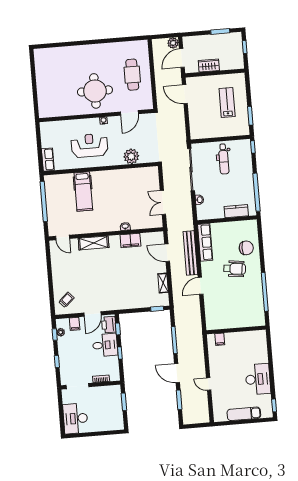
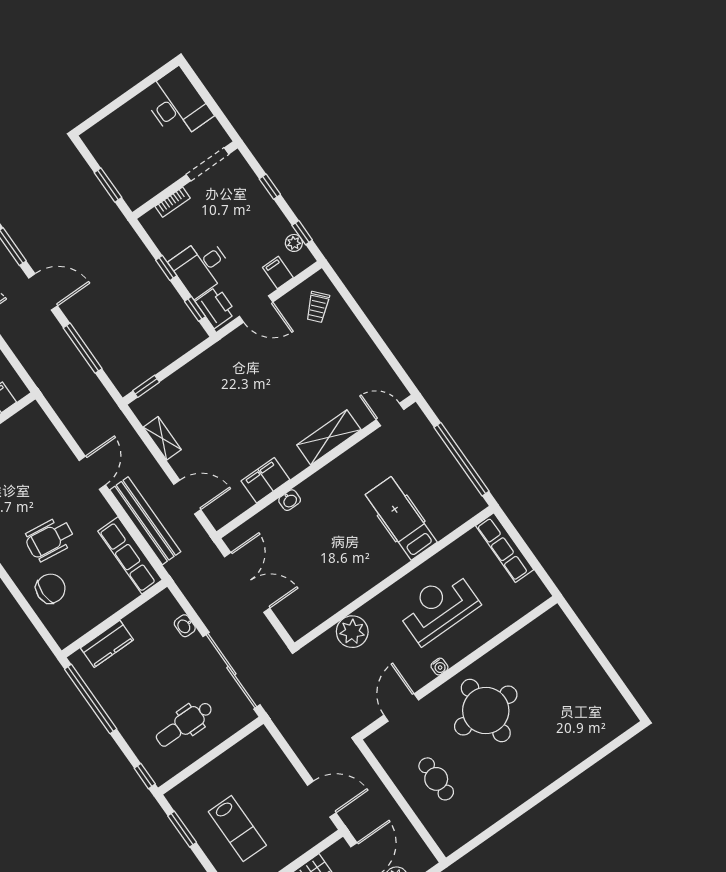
cafe table: (132, 75) -> (436, 779), width x0.73, depth x0.74
reception desk: (90, 146) -> (438, 607), turned 180
dental chair: (224, 159) -> (184, 724), turned -90
row of seats: (48, 160) -> (505, 548), width x1.48
double door: (163, 202) -> (247, 582), width x1.37
chair: (246, 248) -> (51, 589), turned 180
door: (93, 314) -> (256, 309), swing flipped

